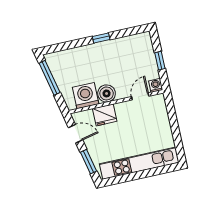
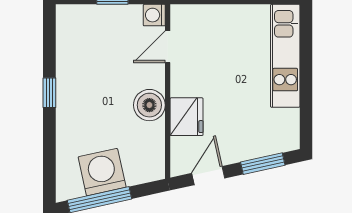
washing machine: (86, 96) -> (102, 172), moved, turned 78
door: (140, 96) -> (168, 47), hinge flipped
kitchen unit: (139, 163) -> (285, 56), width x0.73

